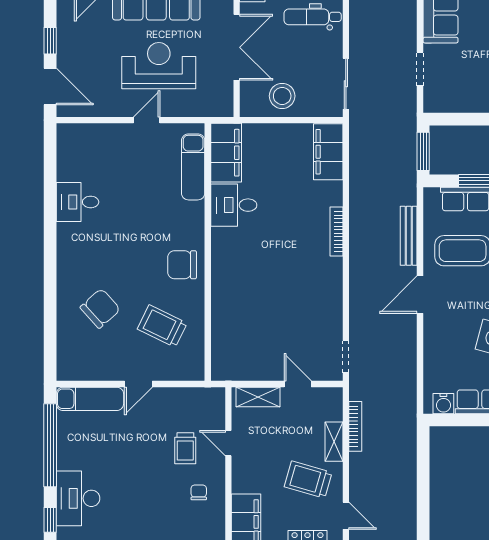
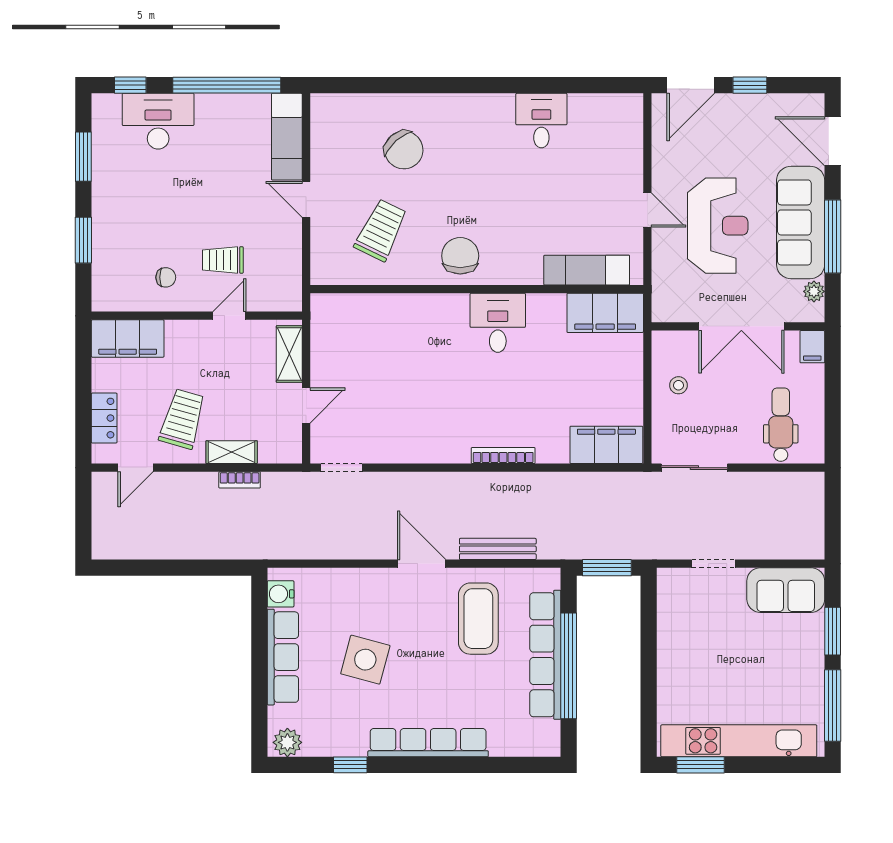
stool: (282, 96) -> (678, 385), width x0.53, depth x0.53
desk: (234, 205) -> (498, 323), moved
bookcase: (355, 426) -> (240, 480), width x0.64

